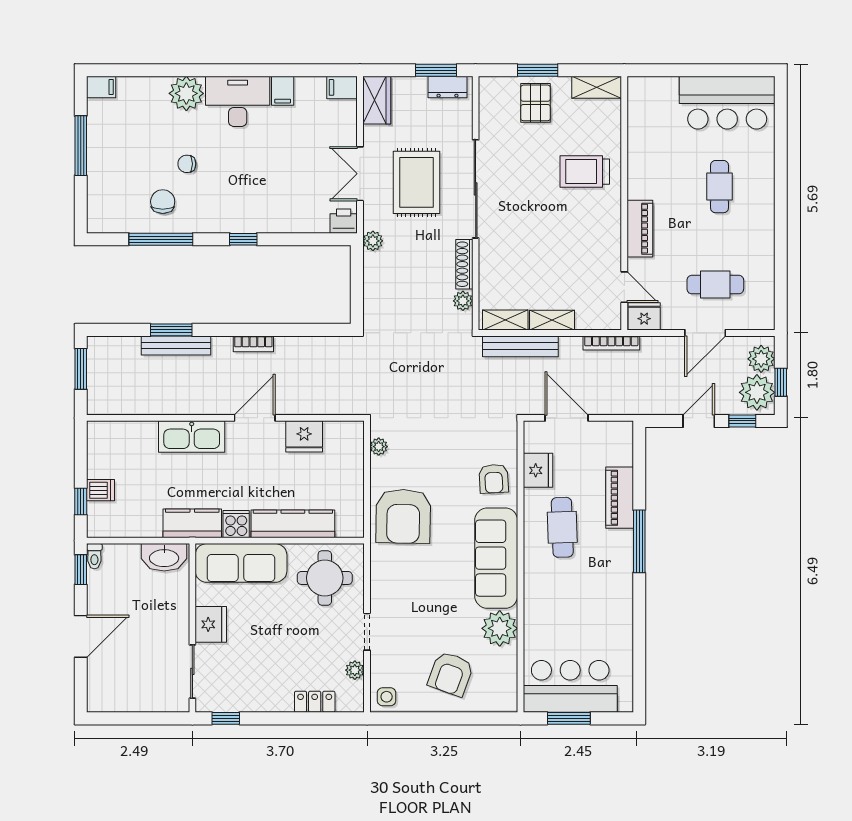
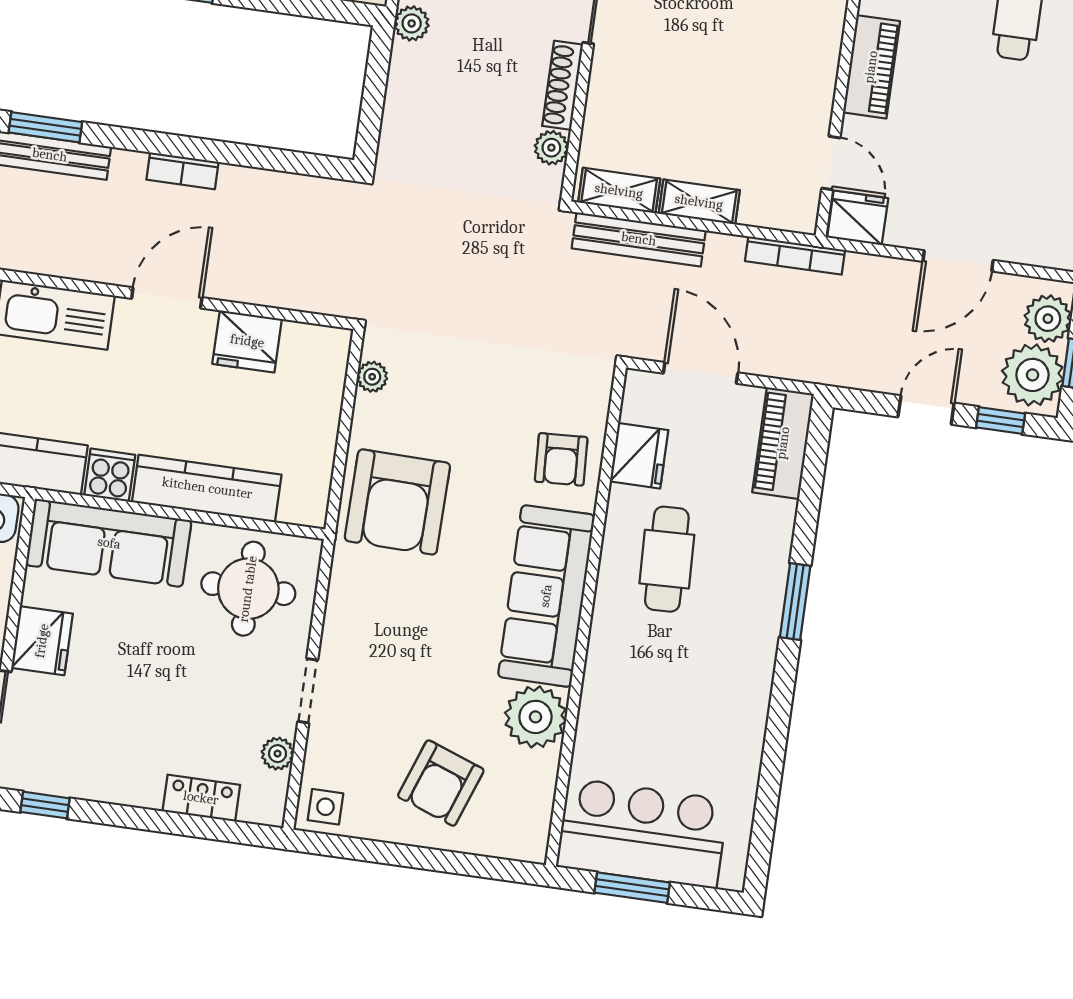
cafe table: (715, 285) -> (987, 180), removed
piano: (620, 498) -> (783, 443), moved
window: (639, 541) -> (795, 602), width x0.69

